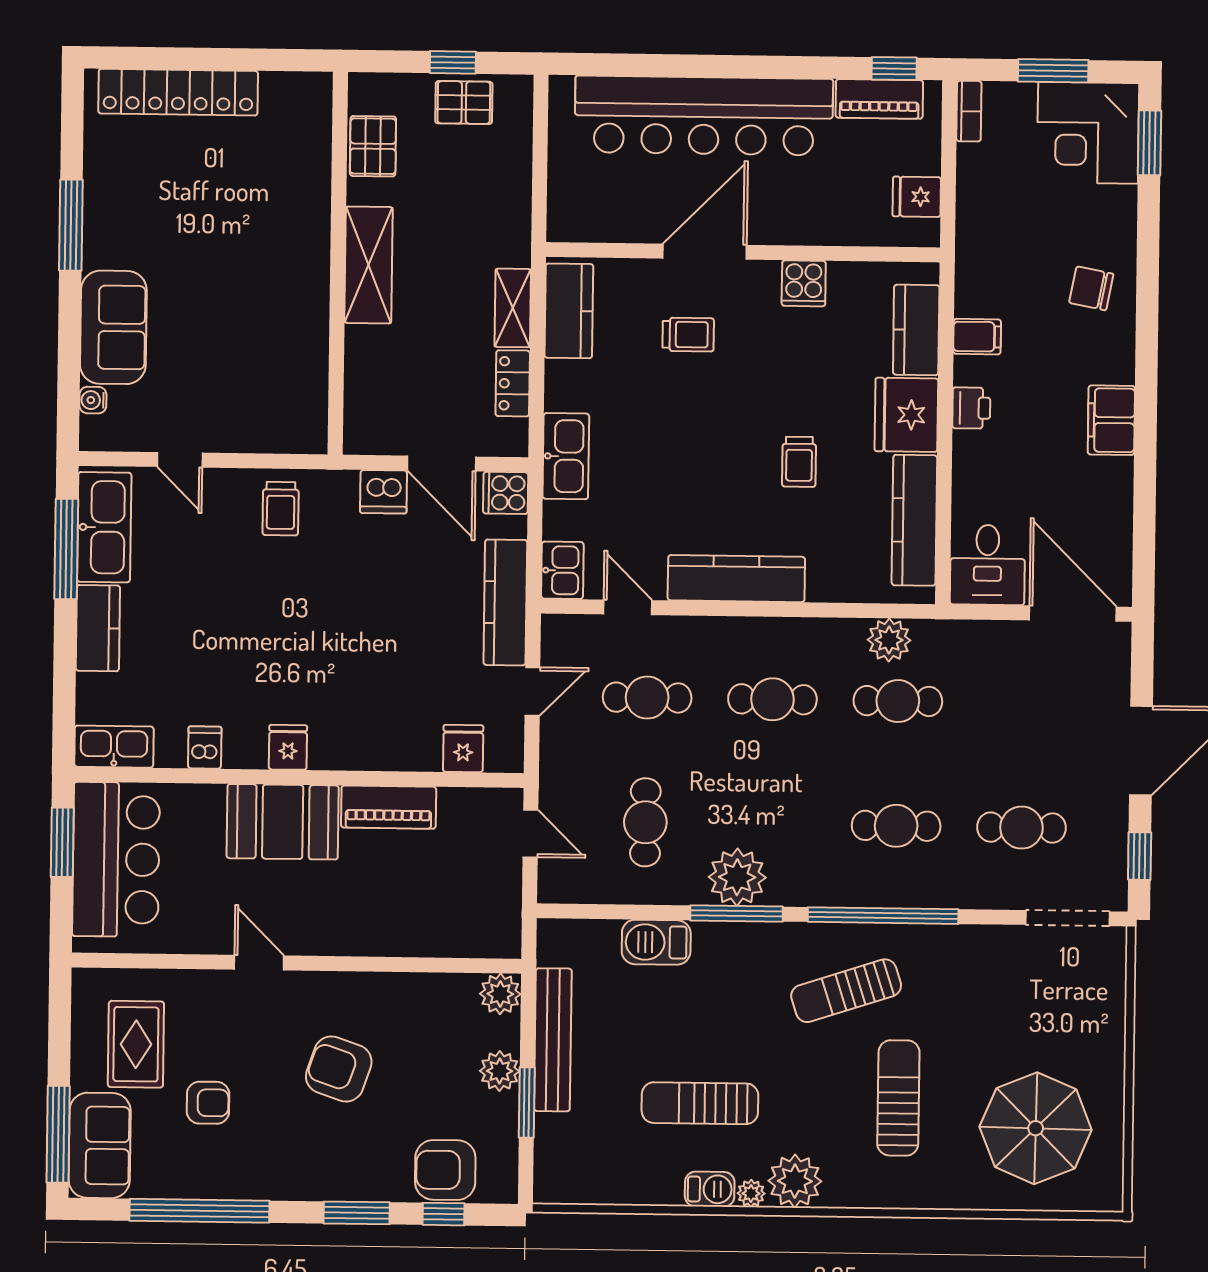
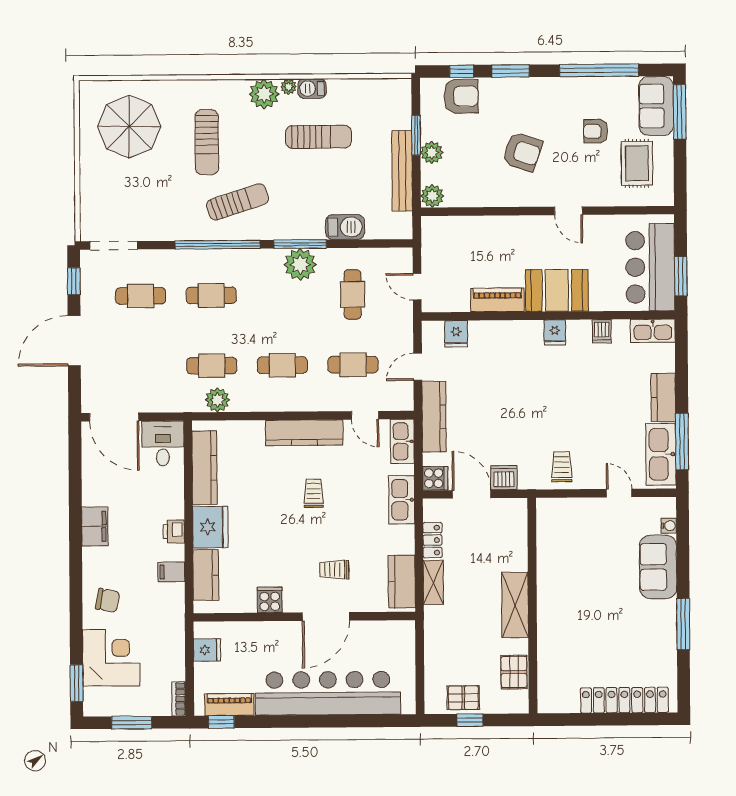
corner desk: (1088, 133) -> (111, 658), moved
trolley: (799, 462) -> (314, 493), moved
kitchen sink: (562, 570) -> (402, 441), width x1.38

